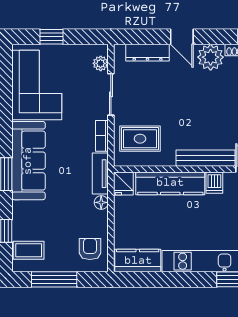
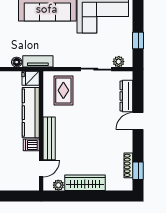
window: (52, 37) -> (138, 41), moved
plant: (211, 57) -> (123, 142), removed
bookcase: (102, 136) -> (65, 63), removed

